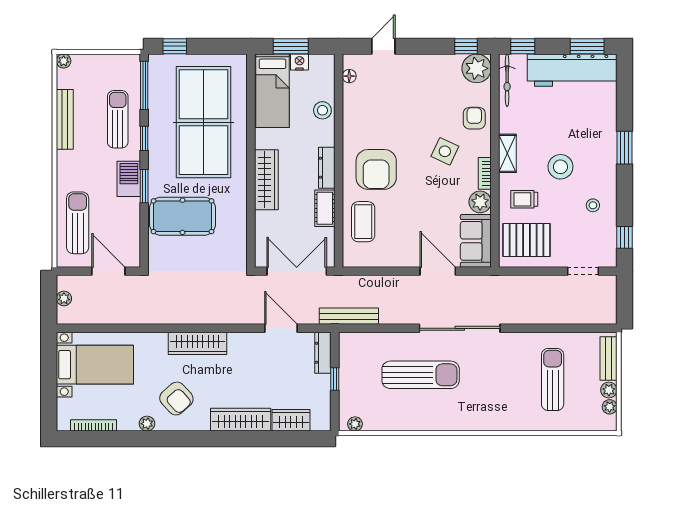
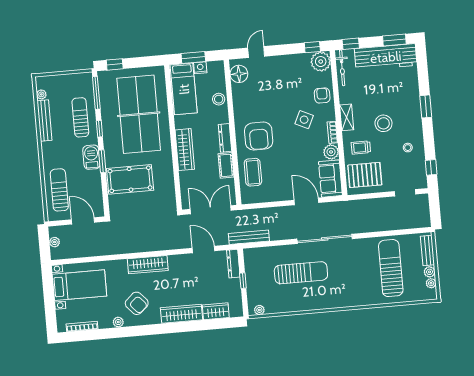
plant: (64, 61) -> (41, 94), moved
floor lamp: (349, 76) -> (239, 74), width x1.89, depth x1.89
sun lounger: (553, 379) -> (391, 268), width x1.36, depth x1.34

